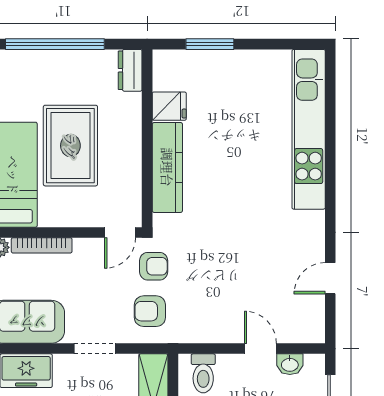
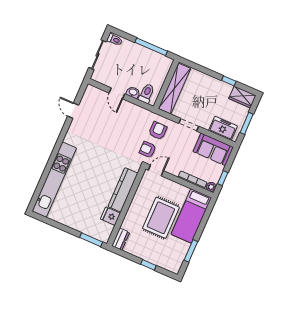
window: (55, 44) -> (148, 265), width x0.32
window: (210, 44) -> (91, 240), moved
door: (330, 278) -> (73, 111), swing flipped
armchair: (150, 311) -> (158, 131), turned -90
washbasin: (290, 364) -> (133, 92), moved

